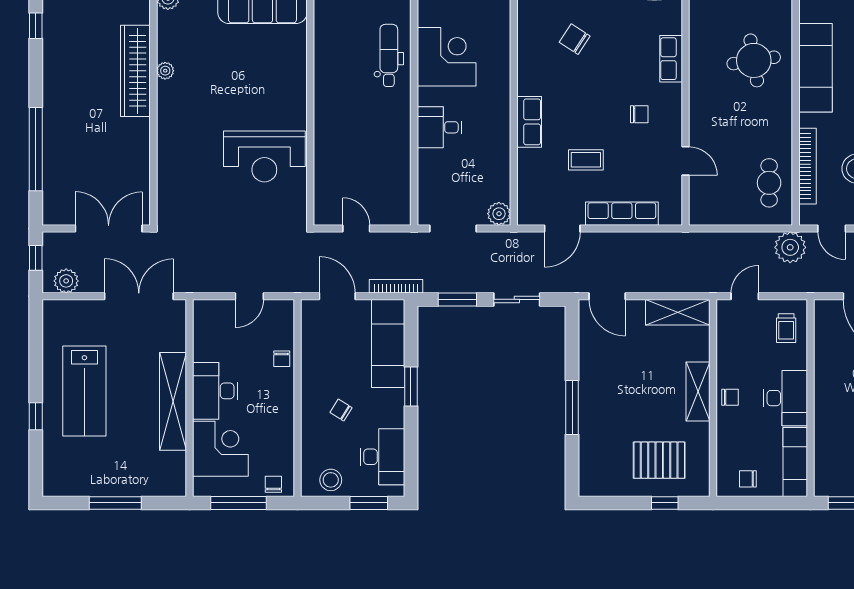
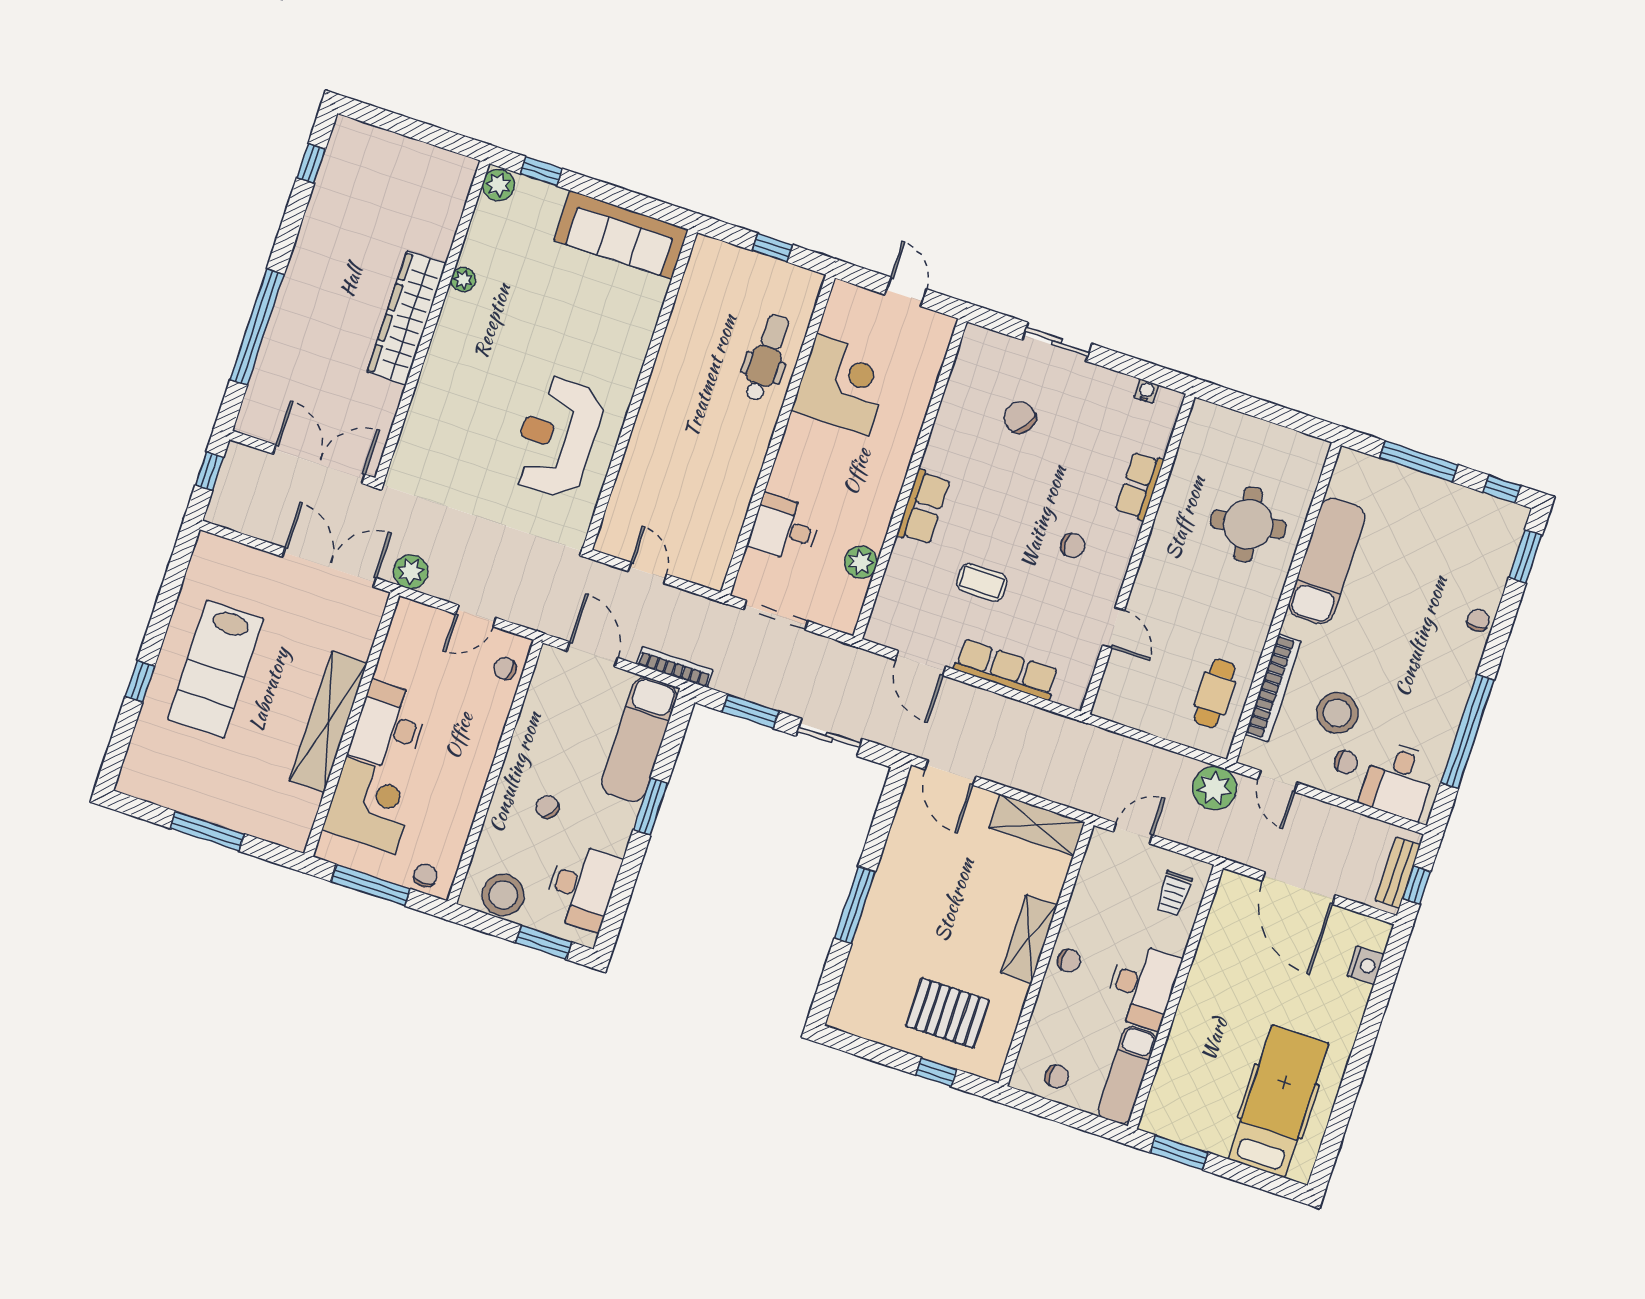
wardrobe: (135, 71) -> (407, 318), moved
desk: (439, 127) -> (784, 528), moved
reception desk: (264, 156) -> (557, 437), turned 90
plant: (499, 214) -> (861, 562), moved
door: (562, 228) -> (921, 663), hinge flipped
plant: (66, 281) -> (411, 572), moved
chair: (282, 359) -> (505, 668), moved, turned 97
chair: (748, 479) -> (1057, 1077), turned 180
stool: (331, 480) -> (503, 895), width x1.38, depth x1.38

